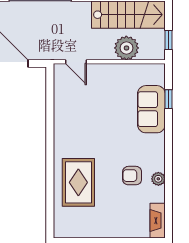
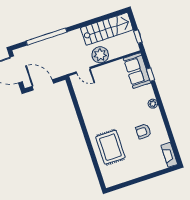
plant: (126, 48) -> (100, 55), moved
sofa: (151, 109) -> (137, 71), moved
plant: (158, 179) -> (153, 104), moved

